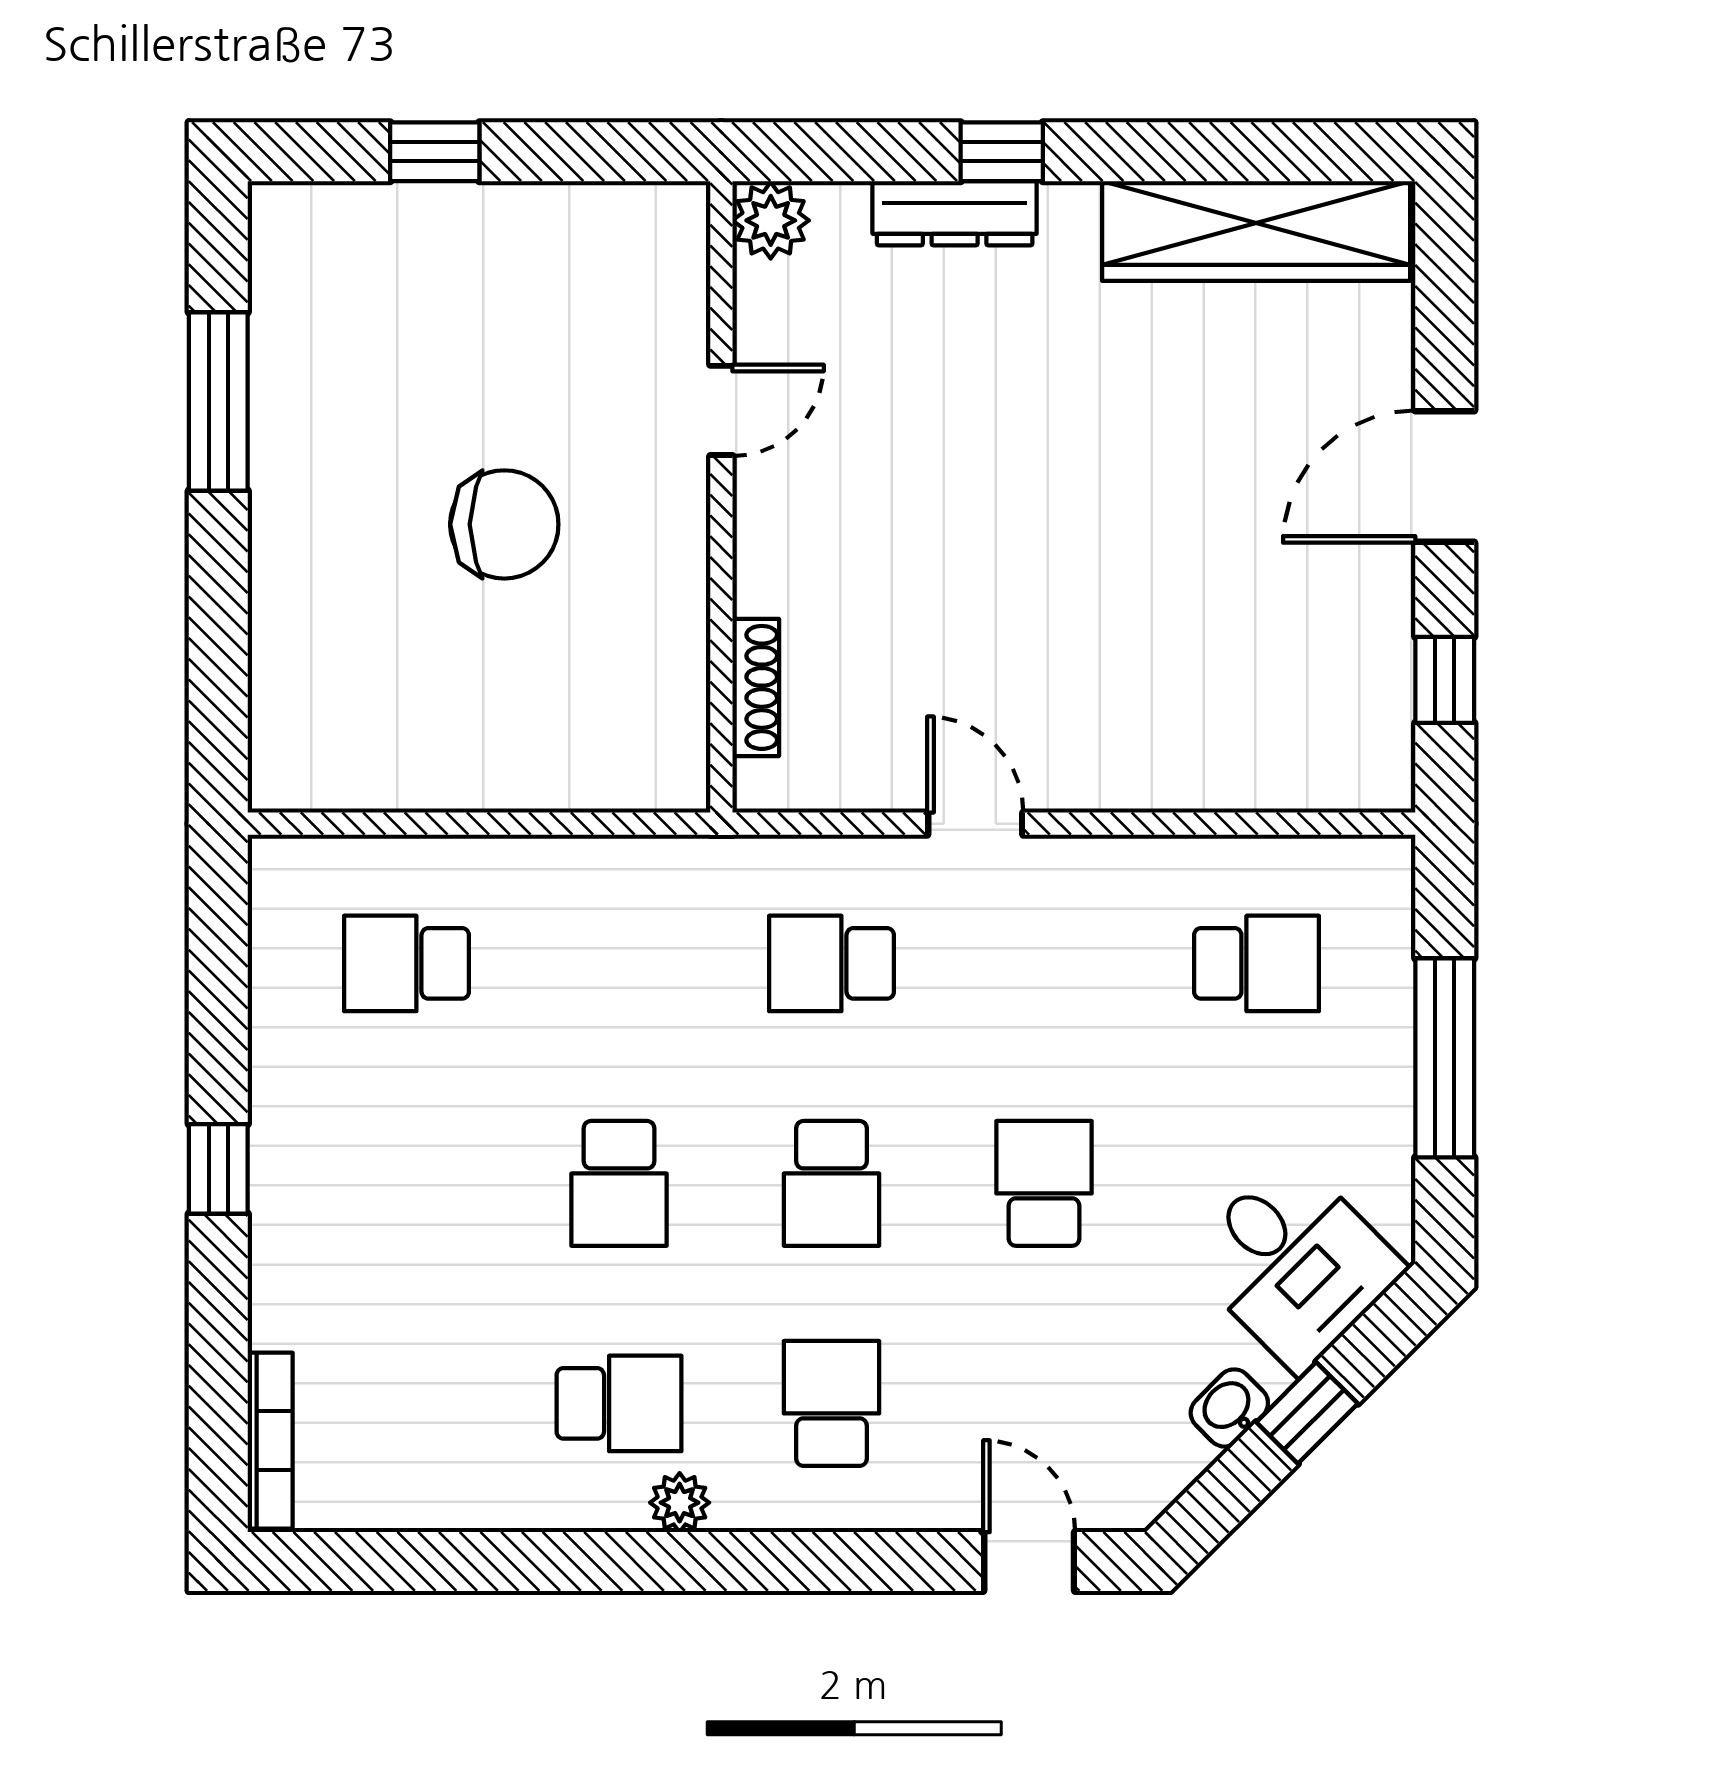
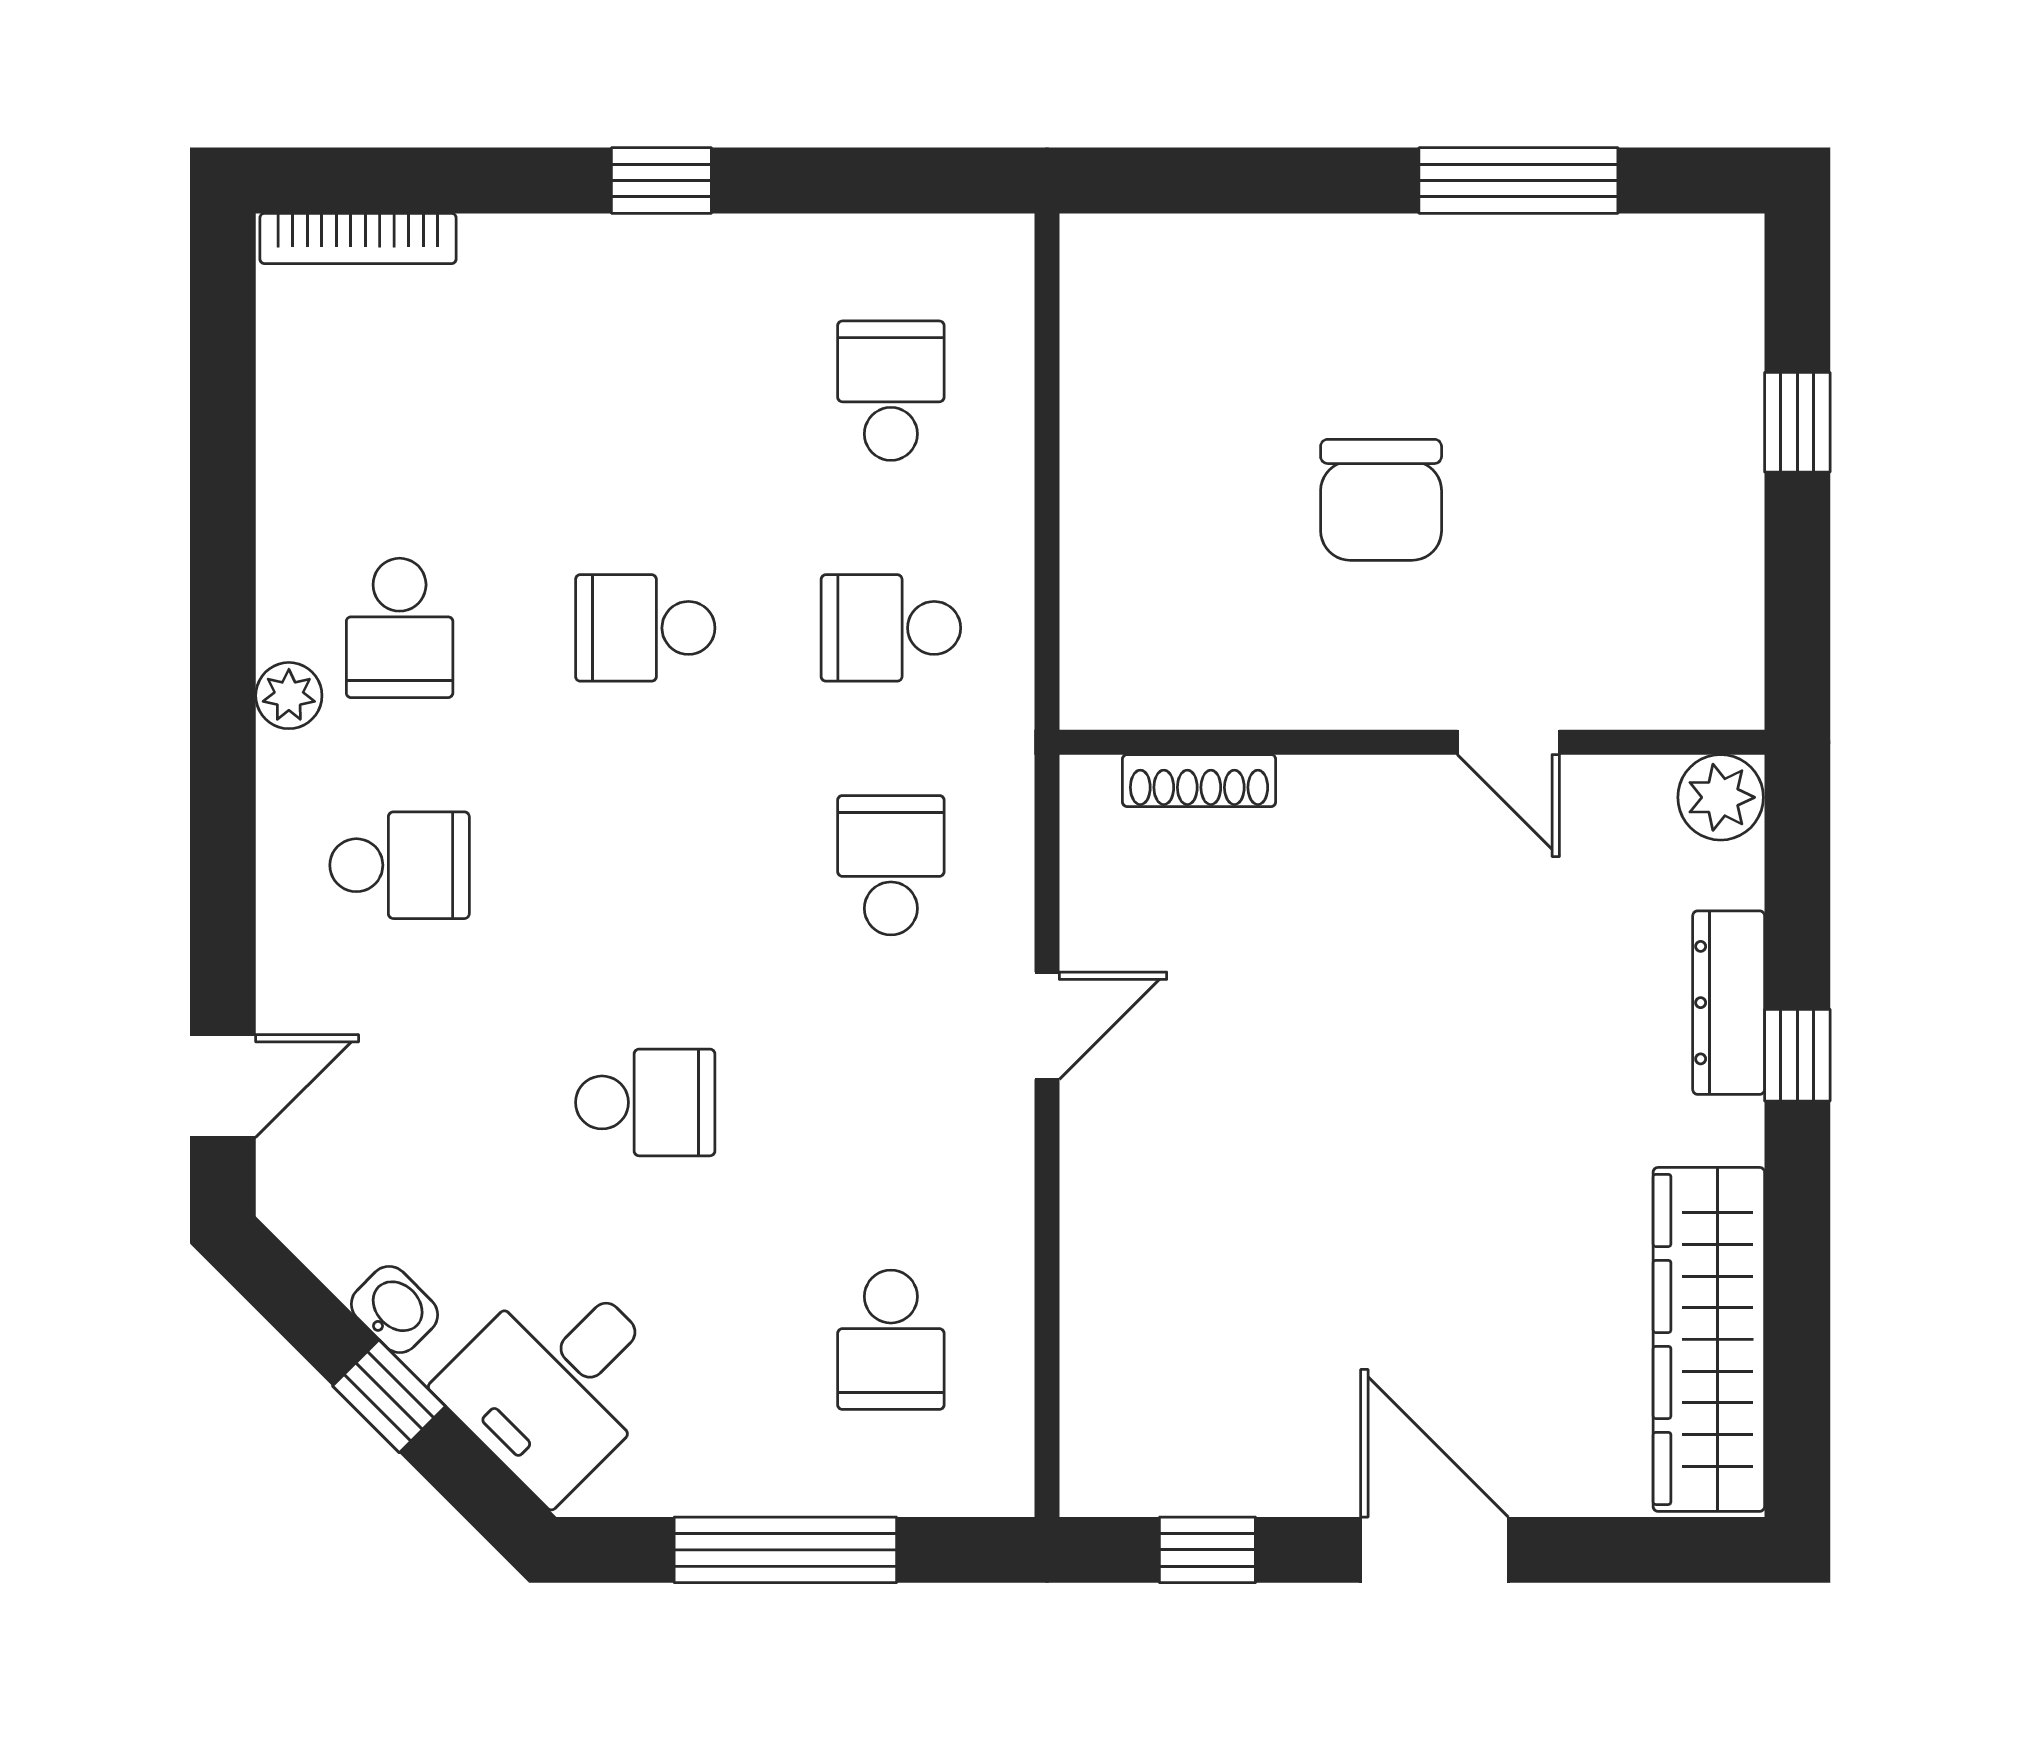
school desk: (831, 1183) -> (891, 628), moved

